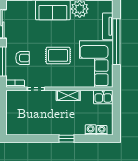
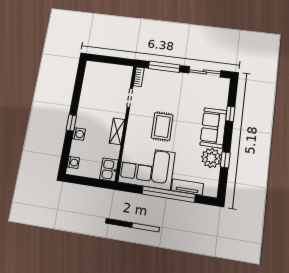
armchair: (22, 58) -> (165, 88), removed
washing machine: (91, 130) -> (79, 134), moved

